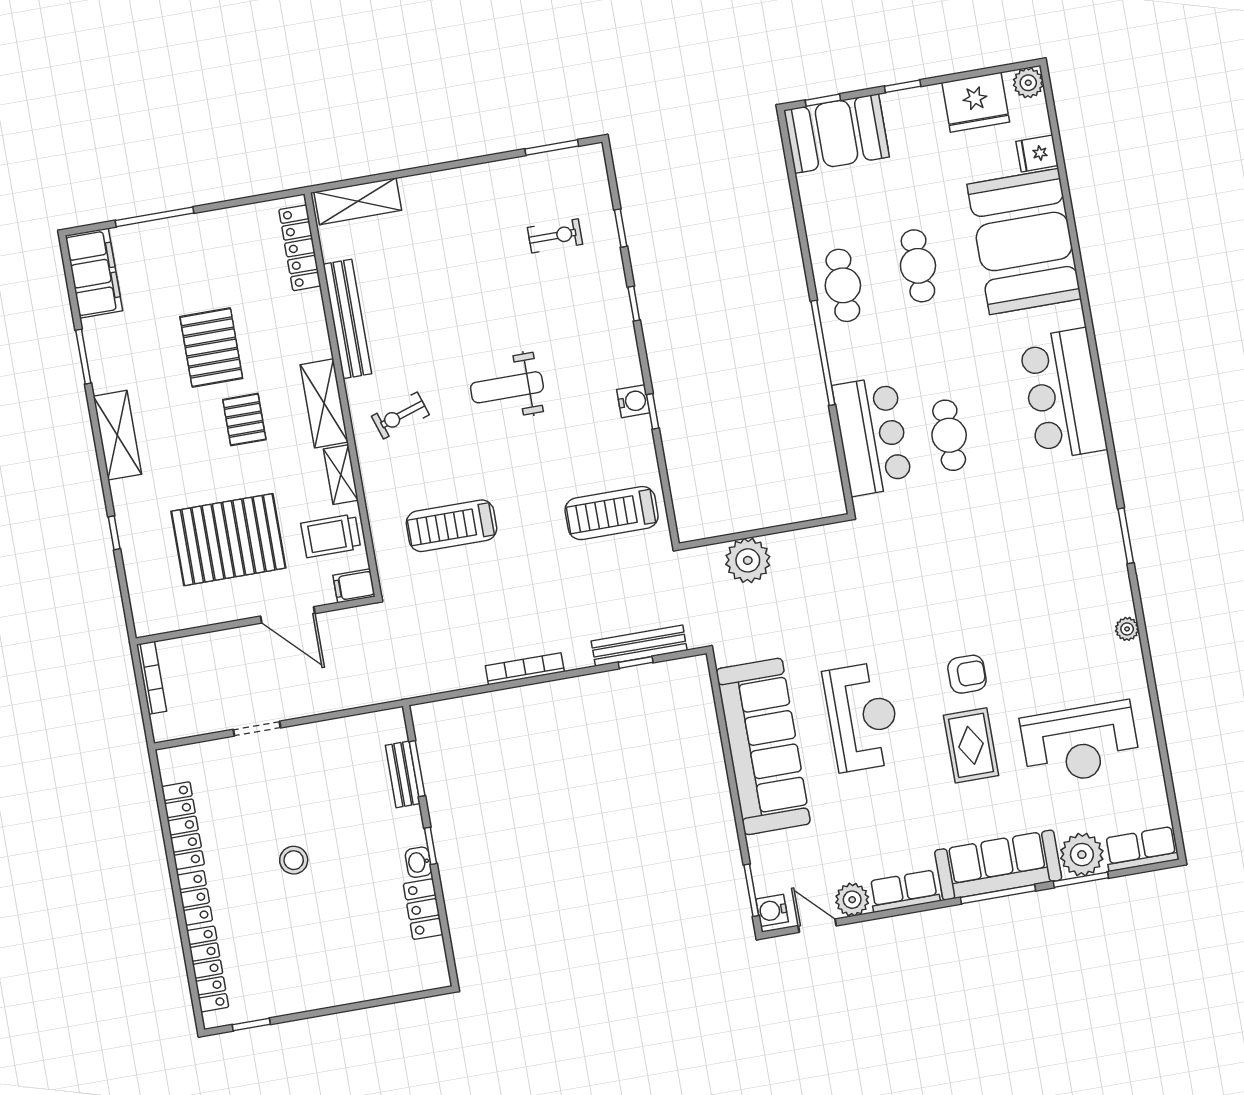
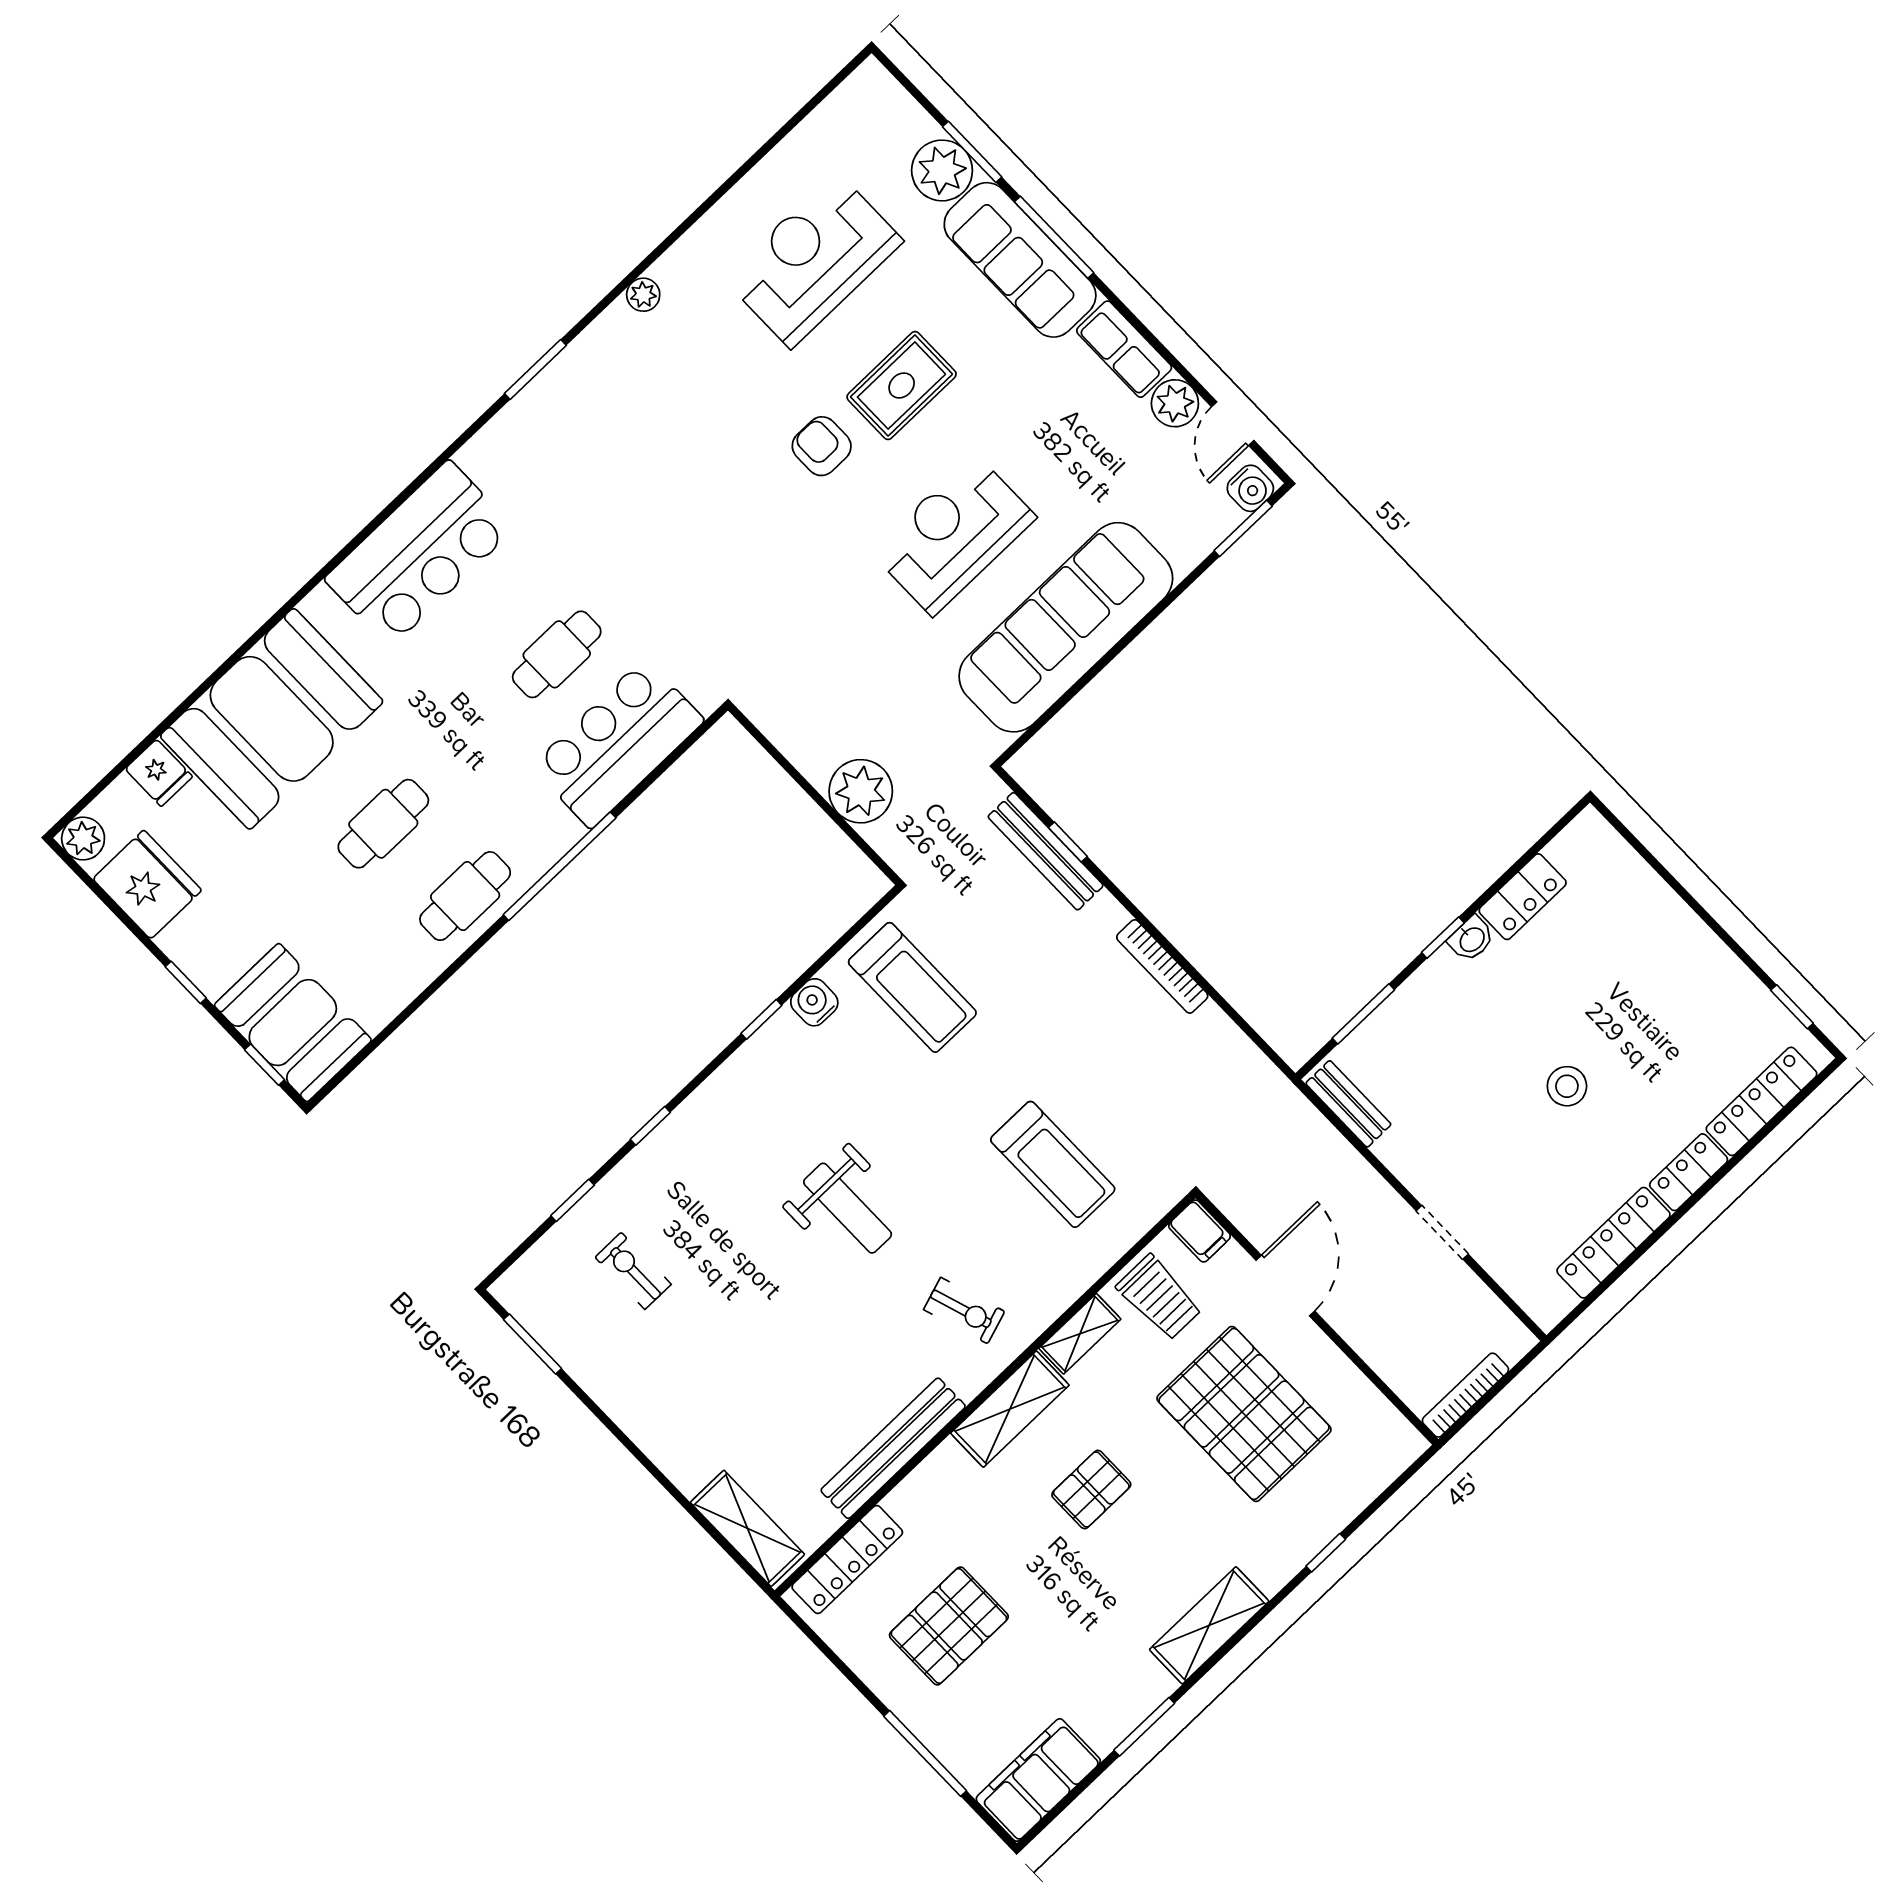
pallet: (211, 347) -> (949, 1626), moved
water cooler: (633, 401) -> (814, 1002), moved
reception desk: (1080, 743) -> (813, 260), turned -90
bench: (403, 774) -> (1348, 1104), moved, turned 90
row of seats: (1141, 849) -> (889, 106), removed

